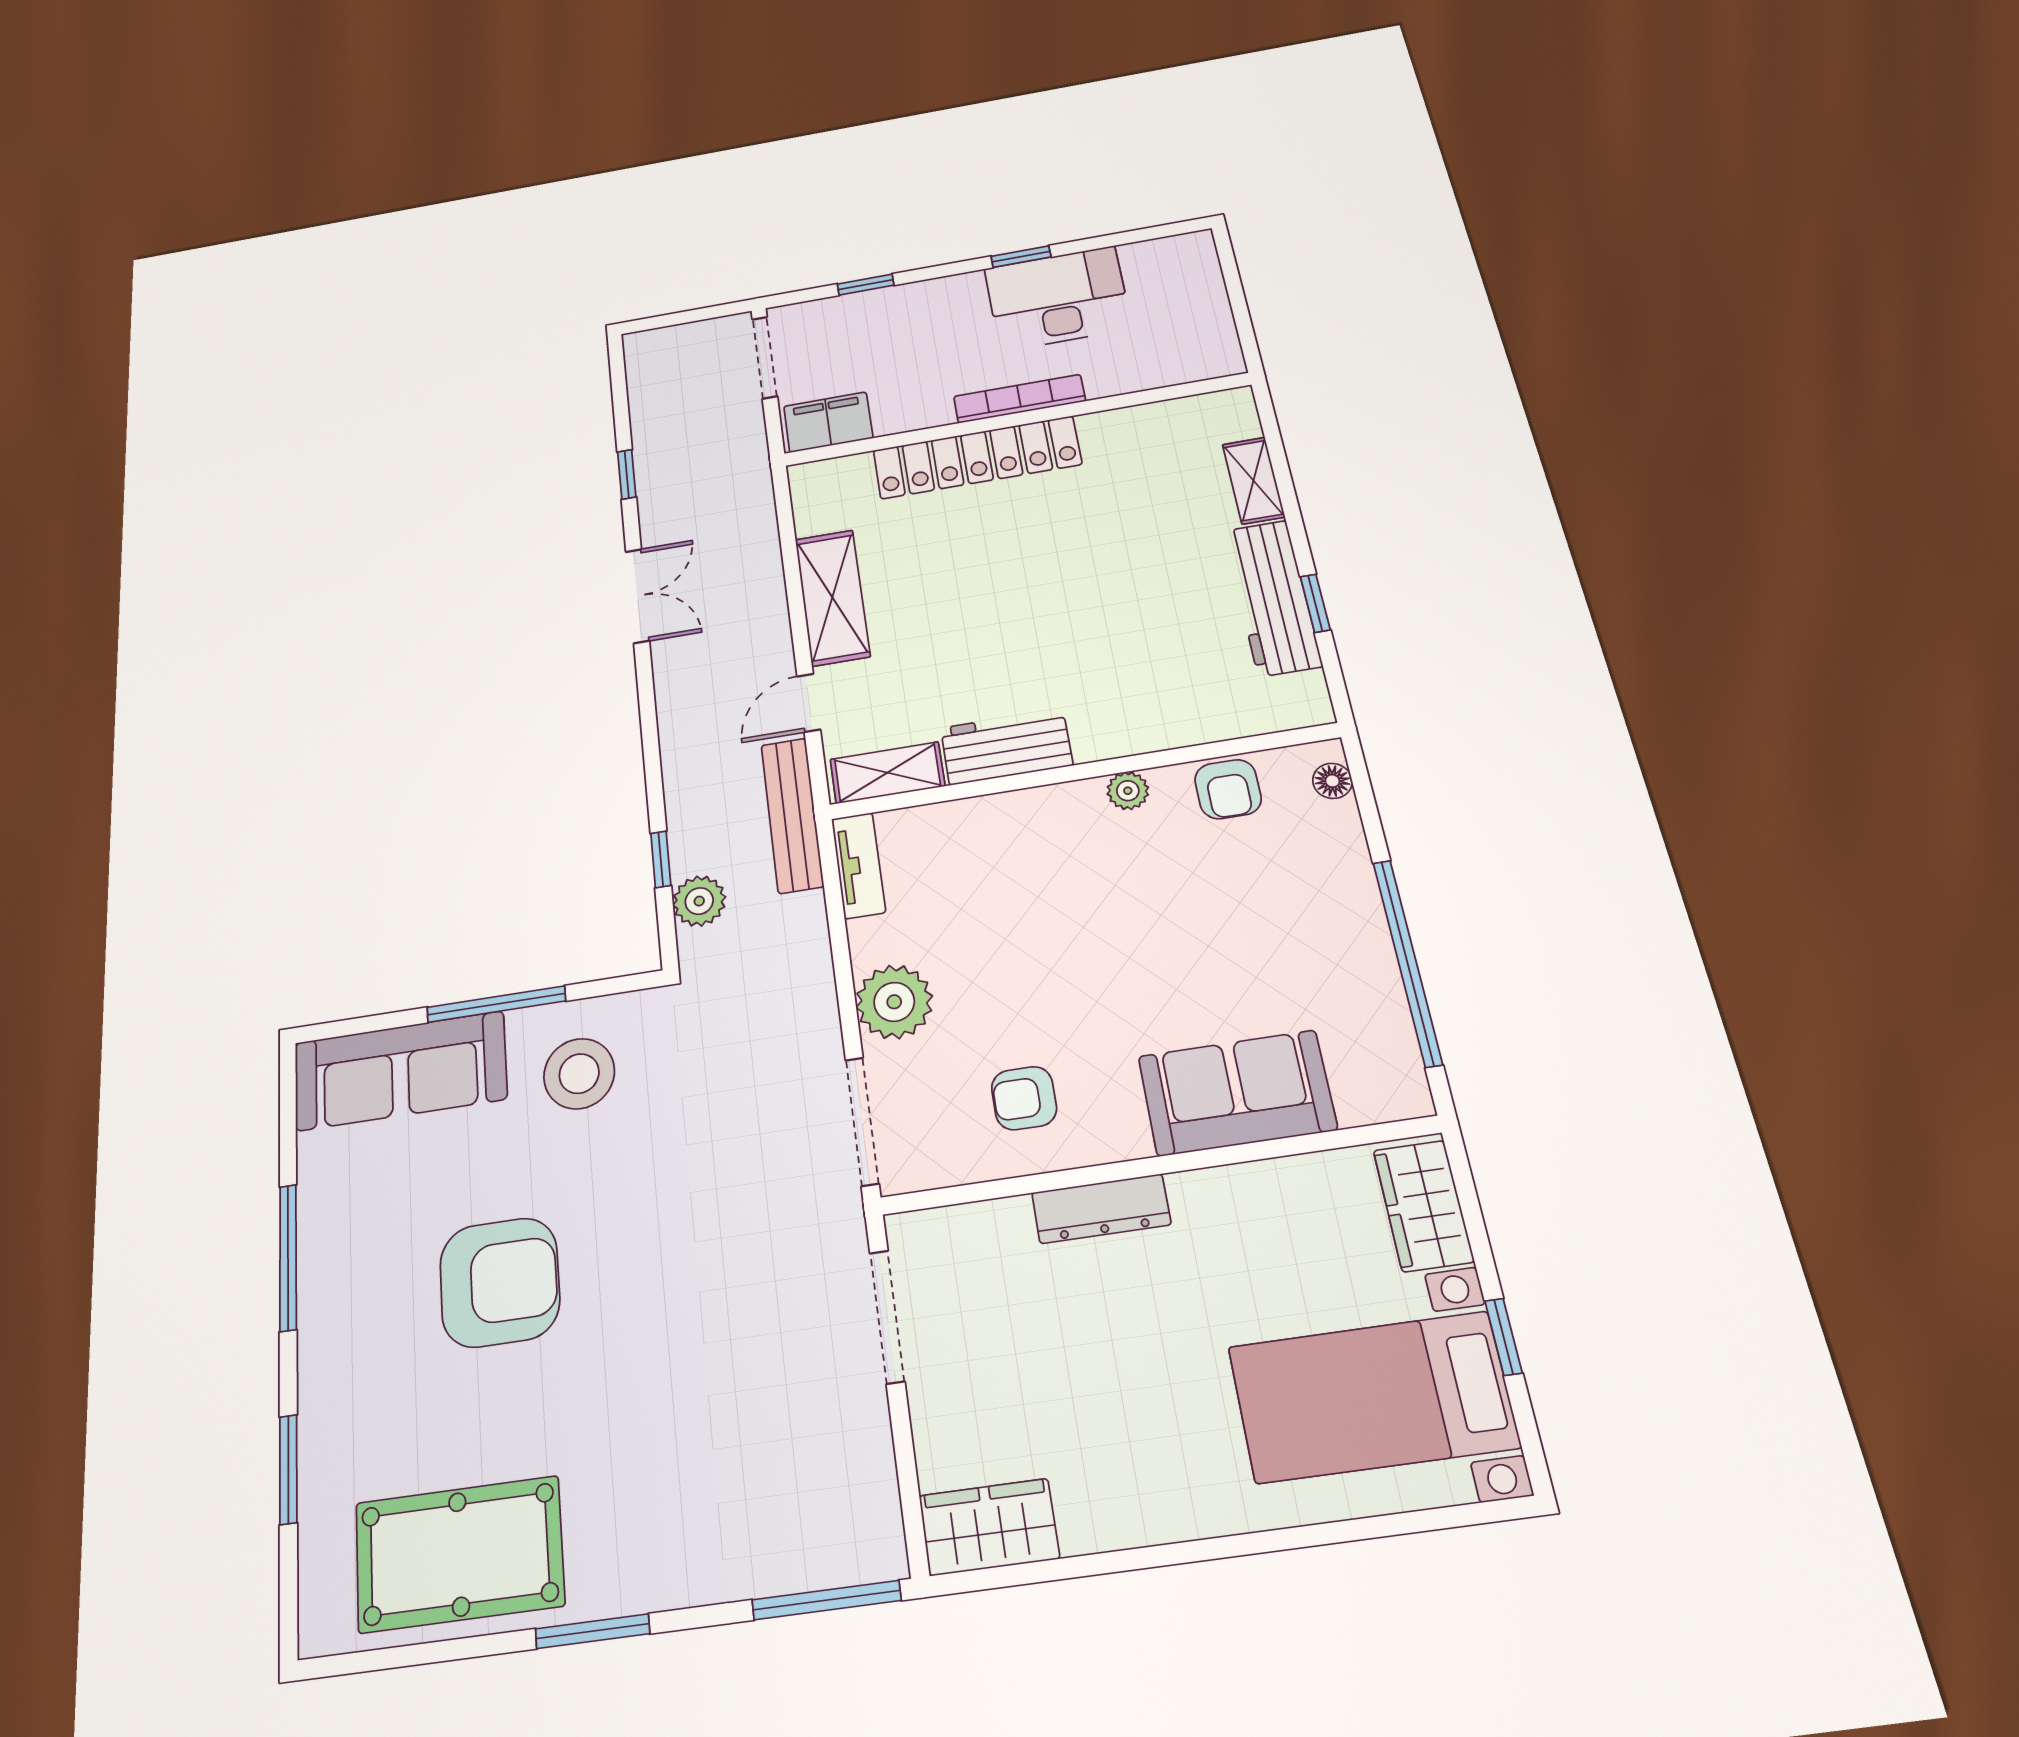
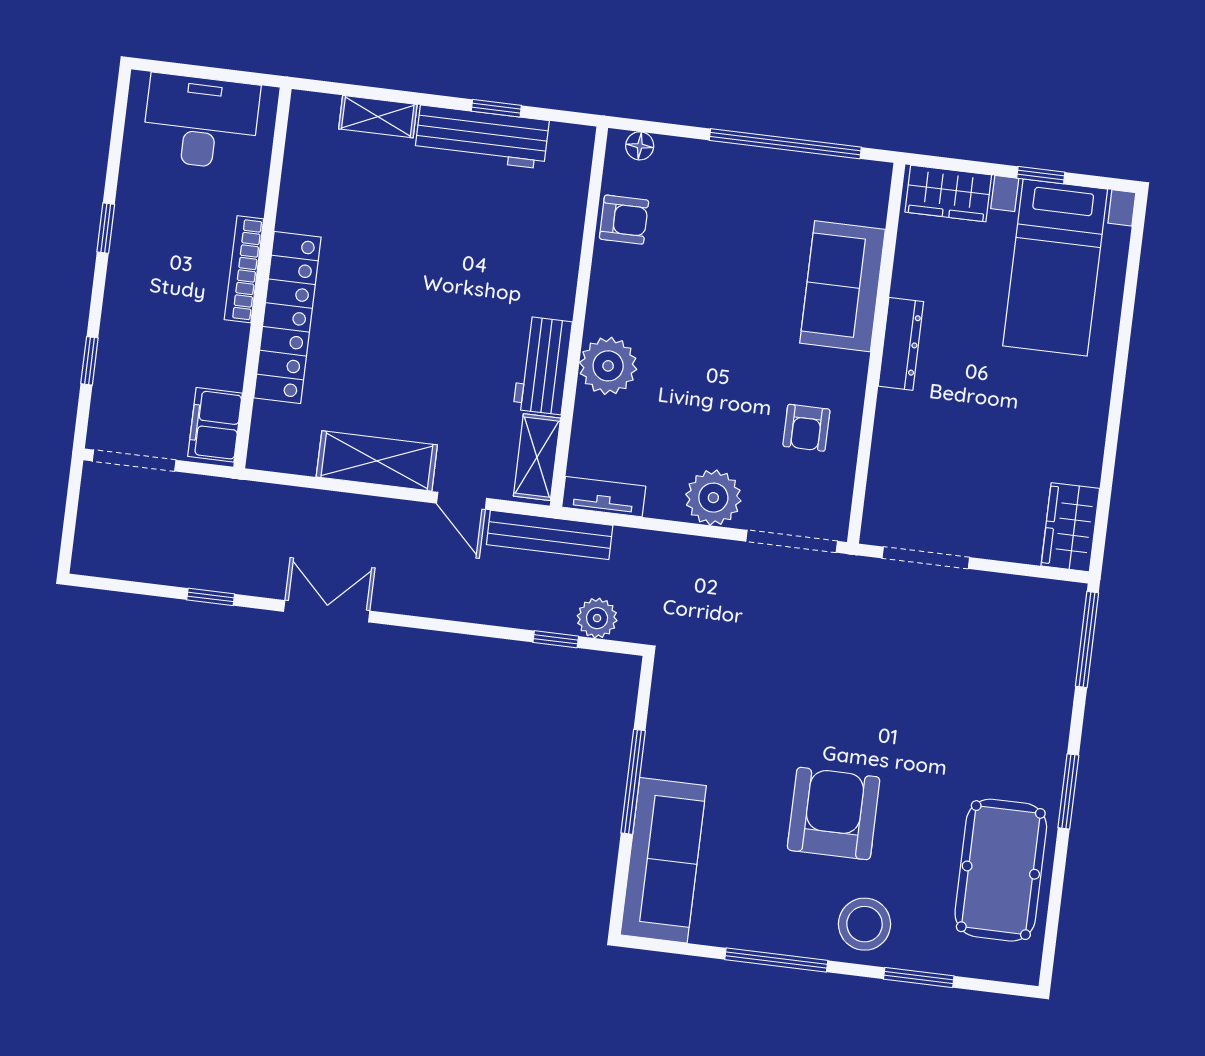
desk: (1058, 298) -> (201, 122), moved, turned 90
plant: (1128, 791) -> (608, 366), moved, width x1.87, depth x1.87
stool: (579, 1074) -> (865, 924), moved
dresser: (1101, 1209) -> (901, 344), moved

